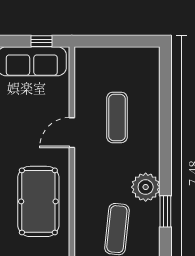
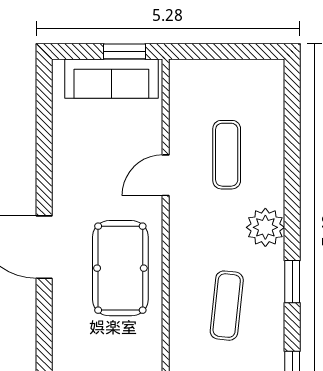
window: (41, 41) -> (125, 51), width x1.50
plant: (146, 187) -> (265, 227), moved

